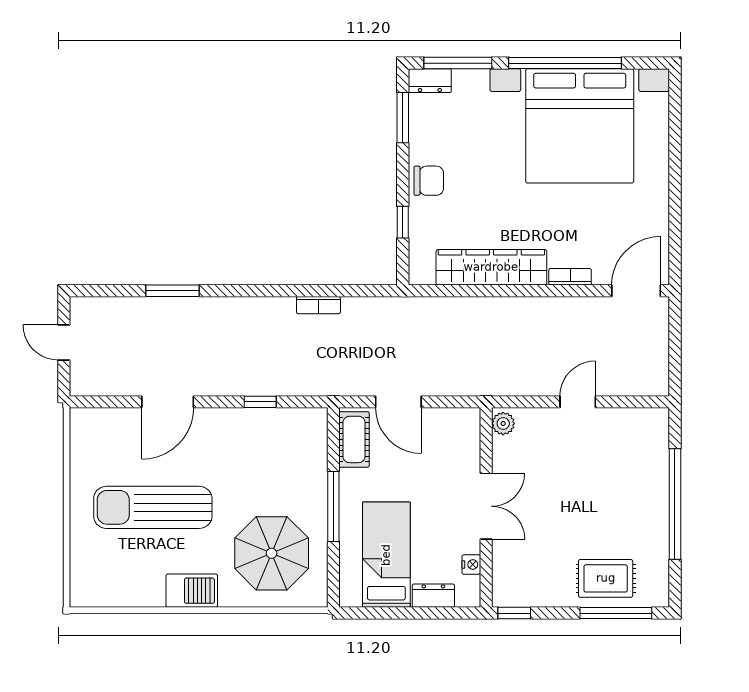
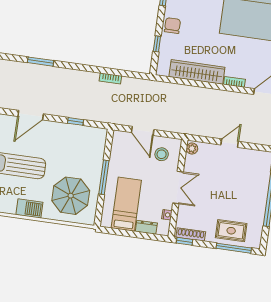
chair: (429, 181) -> (172, 26), turned -90
cot: (354, 439) -> (118, 146), removed
stool: (443, 444) -> (162, 154), added
shoe rack: (525, 598) -> (191, 234), added

